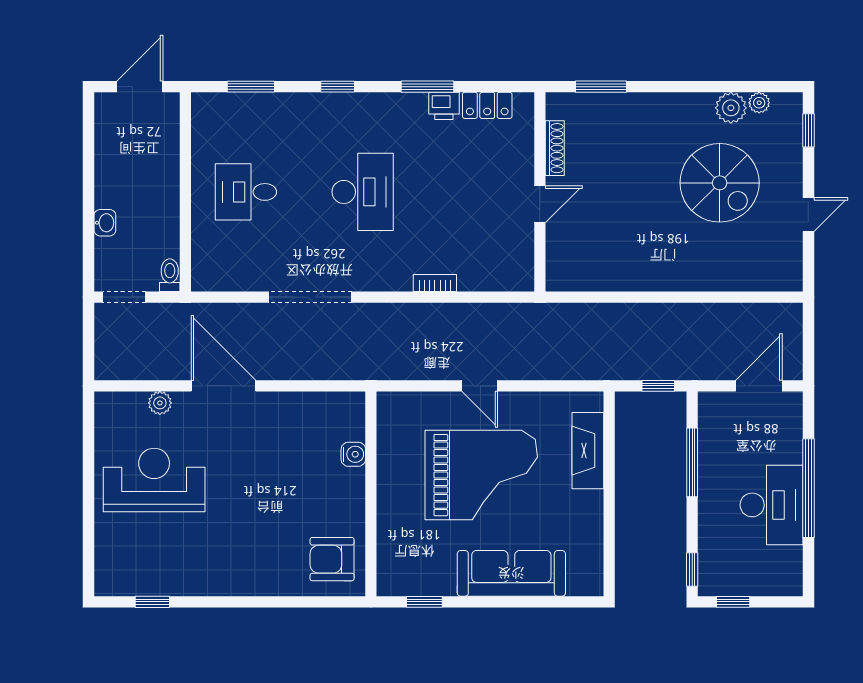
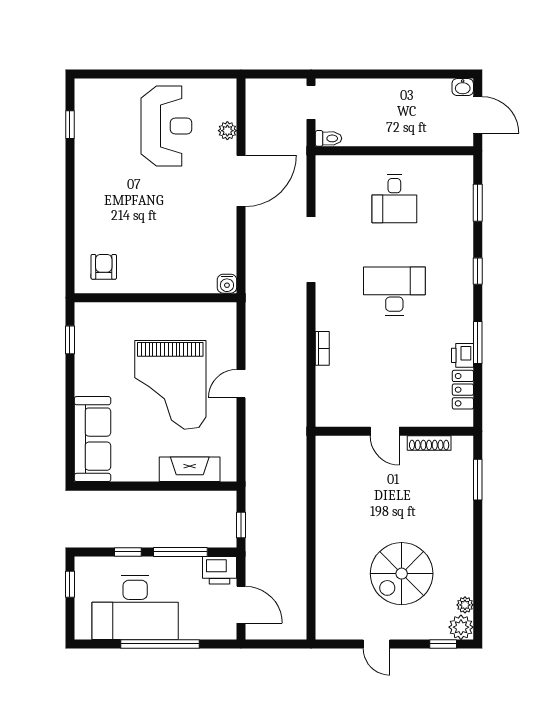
plant: (731, 108) -> (461, 627), moved
desk: (246, 192) -> (394, 199), turned 180
desk: (363, 192) -> (394, 291), turned 180
washbasin: (105, 223) -> (463, 87), moved
printer: (715, 413) -> (219, 570), added
water cooler: (353, 454) -> (227, 284), moved
desk: (772, 505) -> (135, 607), width x1.36, depth x1.30
armchair: (332, 559) -> (104, 267), width x0.72, depth x0.72
window: (692, 570) -> (128, 552), moved
sofa: (511, 573) -> (93, 439), moved

